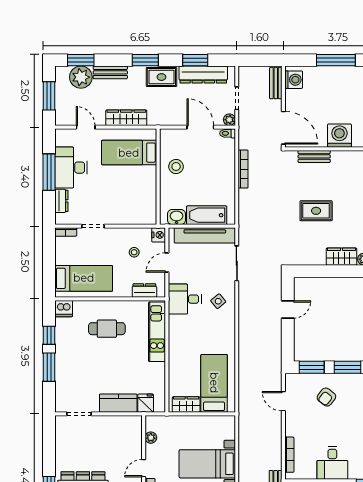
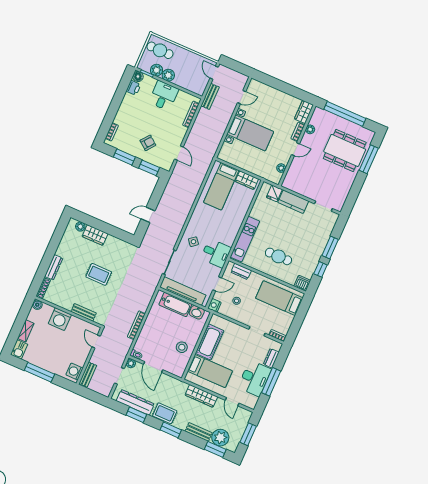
door: (283, 128) -> (96, 342), width x0.53
cot: (145, 188) -> (209, 342), added

